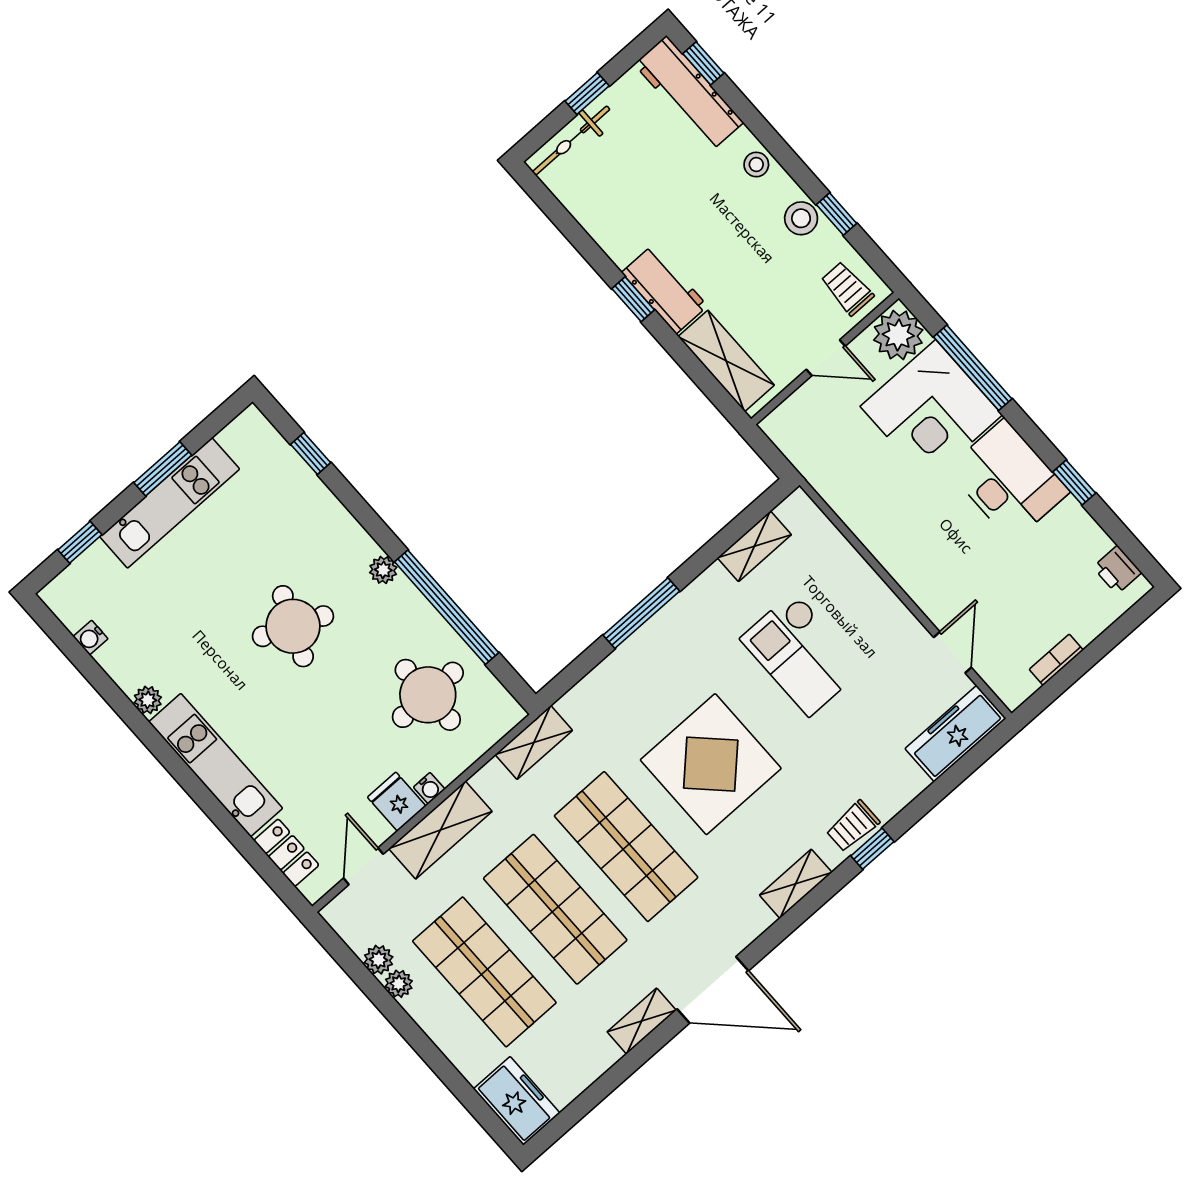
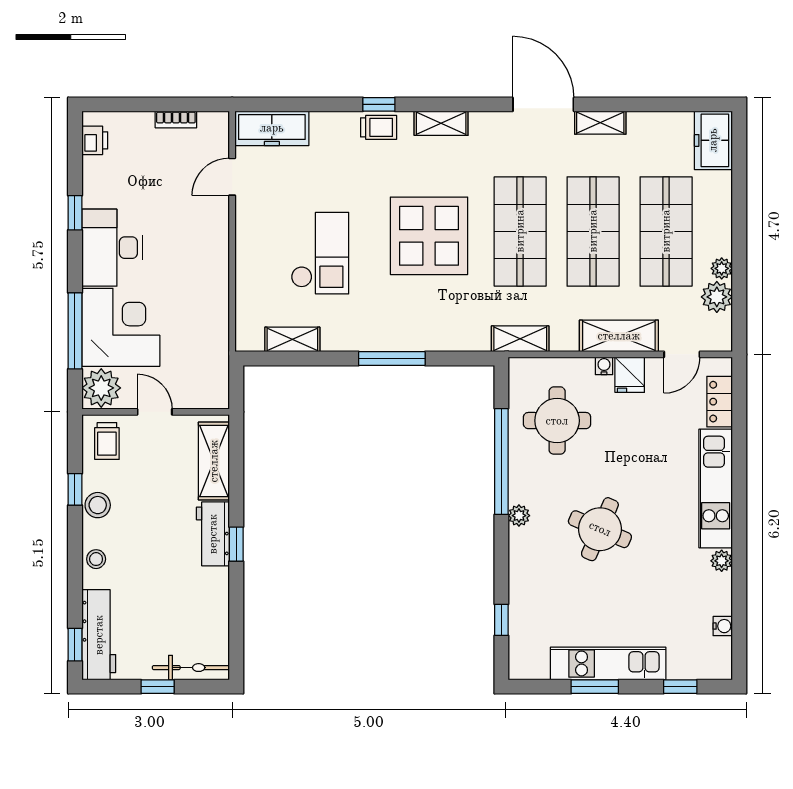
plant: (378, 960) -> (717, 297), width x1.38, depth x1.38

